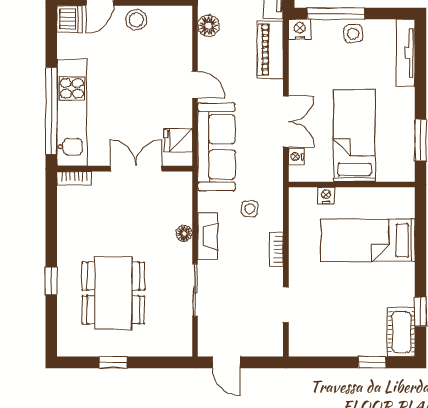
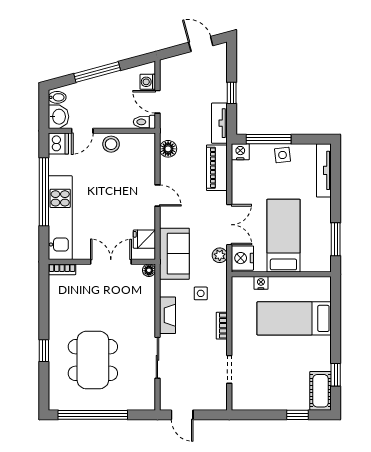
window: (51, 111) -> (44, 192), moved
sofa: (216, 147) -> (174, 254), width x0.73
nightstand: (296, 157) -> (242, 258), width x1.89, depth x1.79
plant: (274, 160) -> (220, 255), added
floor lamp: (184, 233) -> (149, 270), moved
window: (113, 362) -> (93, 415), width x3.17

